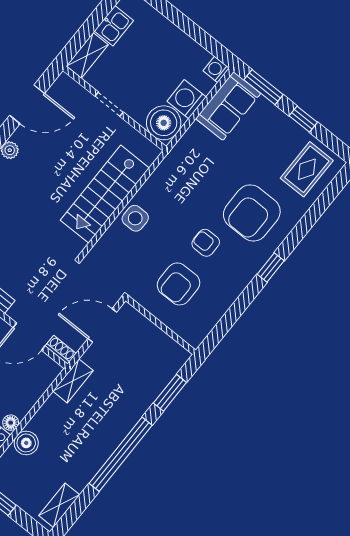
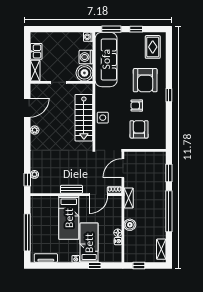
sofa: (228, 106) -> (106, 59), width x1.85, depth x1.27
armchair: (178, 284) -> (139, 129), turned 180
boiler: (26, 443) -> (130, 225), moved

